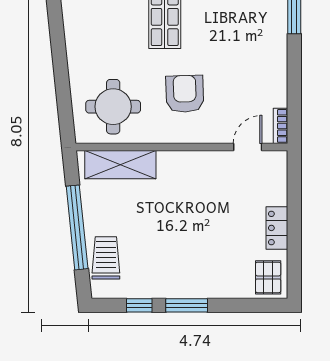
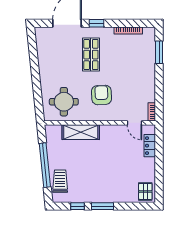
door: (248, 147) -> (134, 123), swing flipped
shelving: (120, 165) -> (81, 132), moved
locker: (277, 228) -> (150, 146), moved

